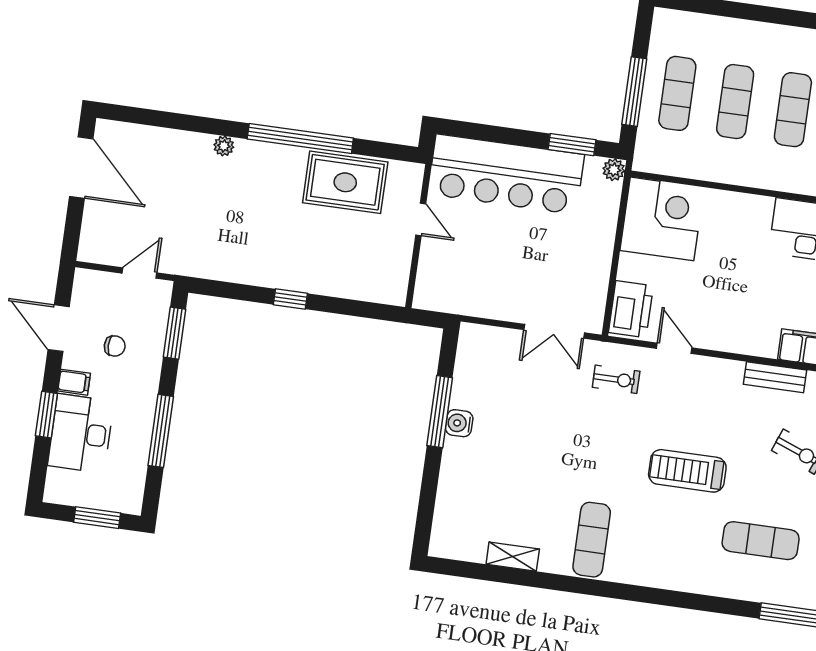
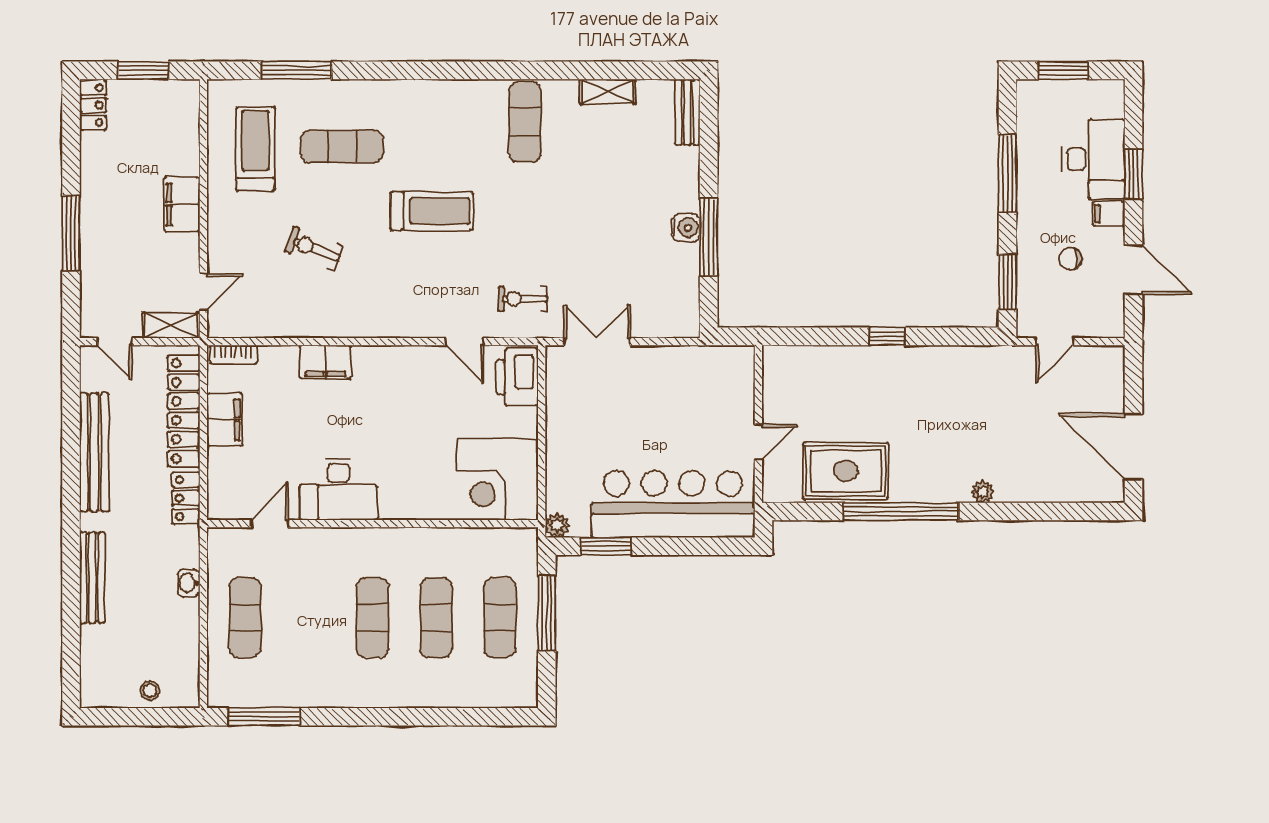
door: (421, 219) -> (758, 442), swing flipped
bench: (775, 377) -> (687, 112), moved, turned 90

